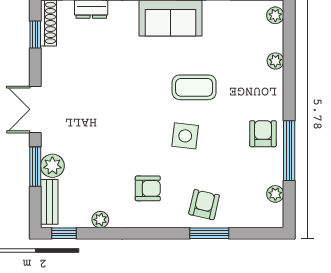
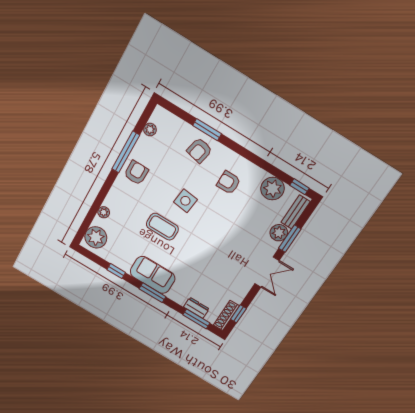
plant: (275, 15) -> (96, 237), width x1.88, depth x1.88
armchair: (263, 134) -> (136, 173), turned 180
plant: (100, 220) -> (273, 189), width x1.88, depth x1.88

